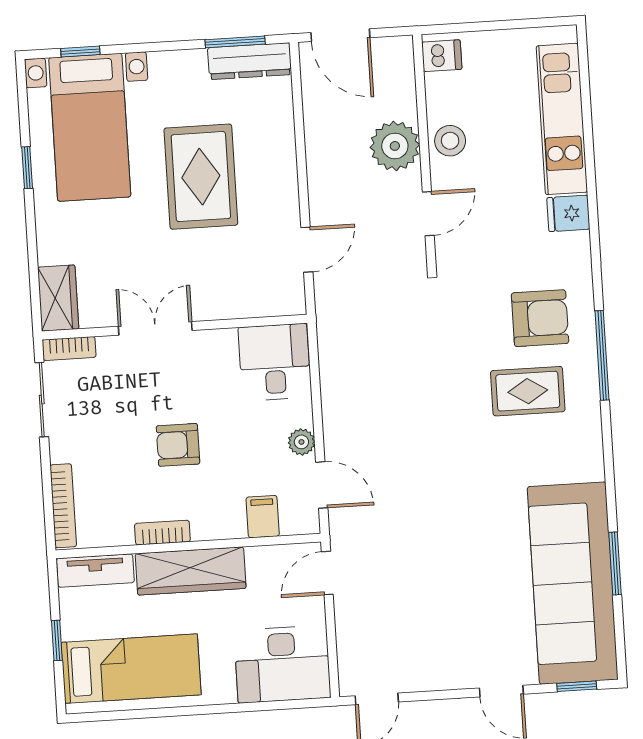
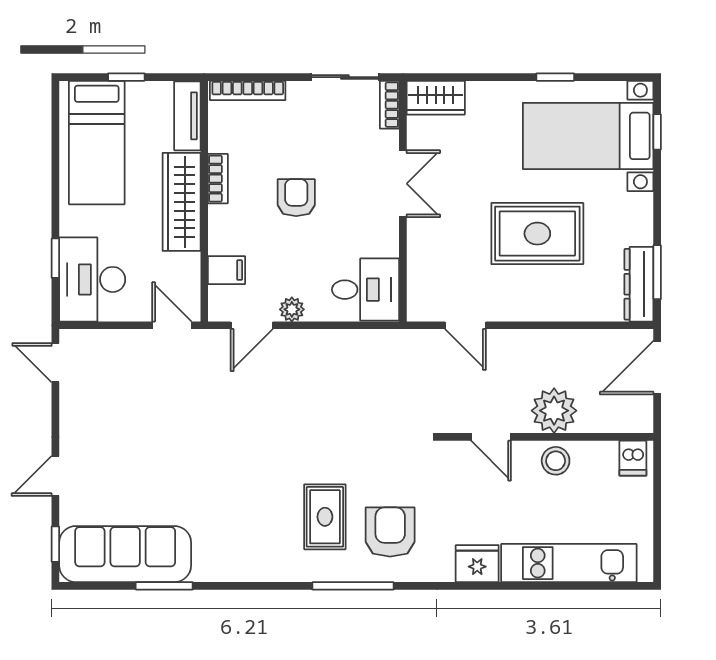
fridge: (568, 213) -> (477, 564), width x1.38
armchair: (540, 318) -> (390, 532), turned 180
sofa: (573, 583) -> (125, 554), width x0.74, depth x0.79
window: (261, 706) -> (55, 258), added

